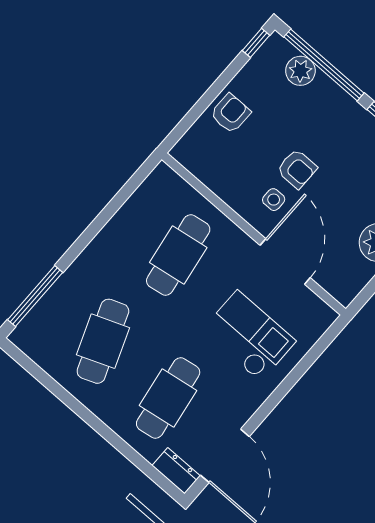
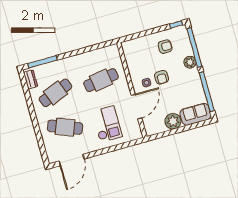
plant: (300, 71) -> (190, 62), moved
armchair: (231, 113) -> (165, 47), moved
cafe table: (168, 398) -> (65, 127), turned 30
dresser: (176, 471) -> (31, 79), moved

